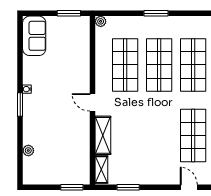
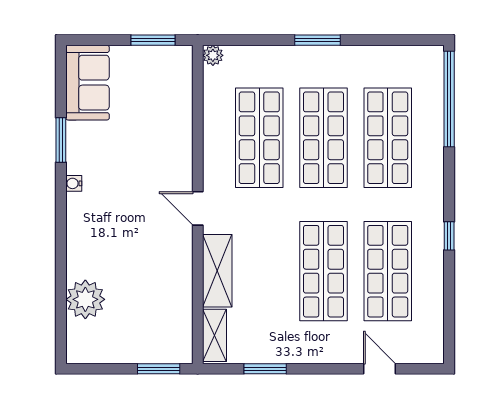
window: (20, 105) -> (61, 140), moved
shop shelf: (159, 136) -> (323, 271), added
plant: (28, 151) -> (85, 299), width x1.87, depth x1.87

